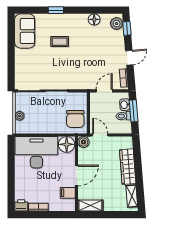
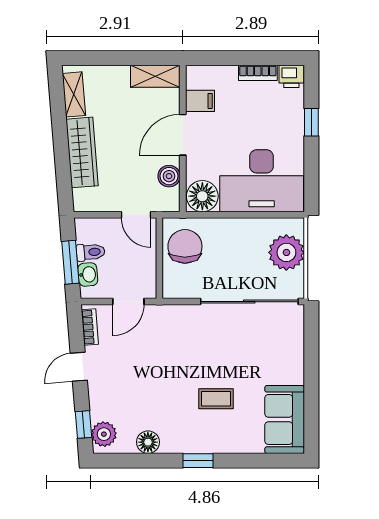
window: (56, 10) -> (198, 461), moved
plant: (20, 116) -> (286, 252), width x1.87, depth x1.87
boiler: (83, 142) -> (169, 176), moved
window: (11, 182) -> (311, 122), added

